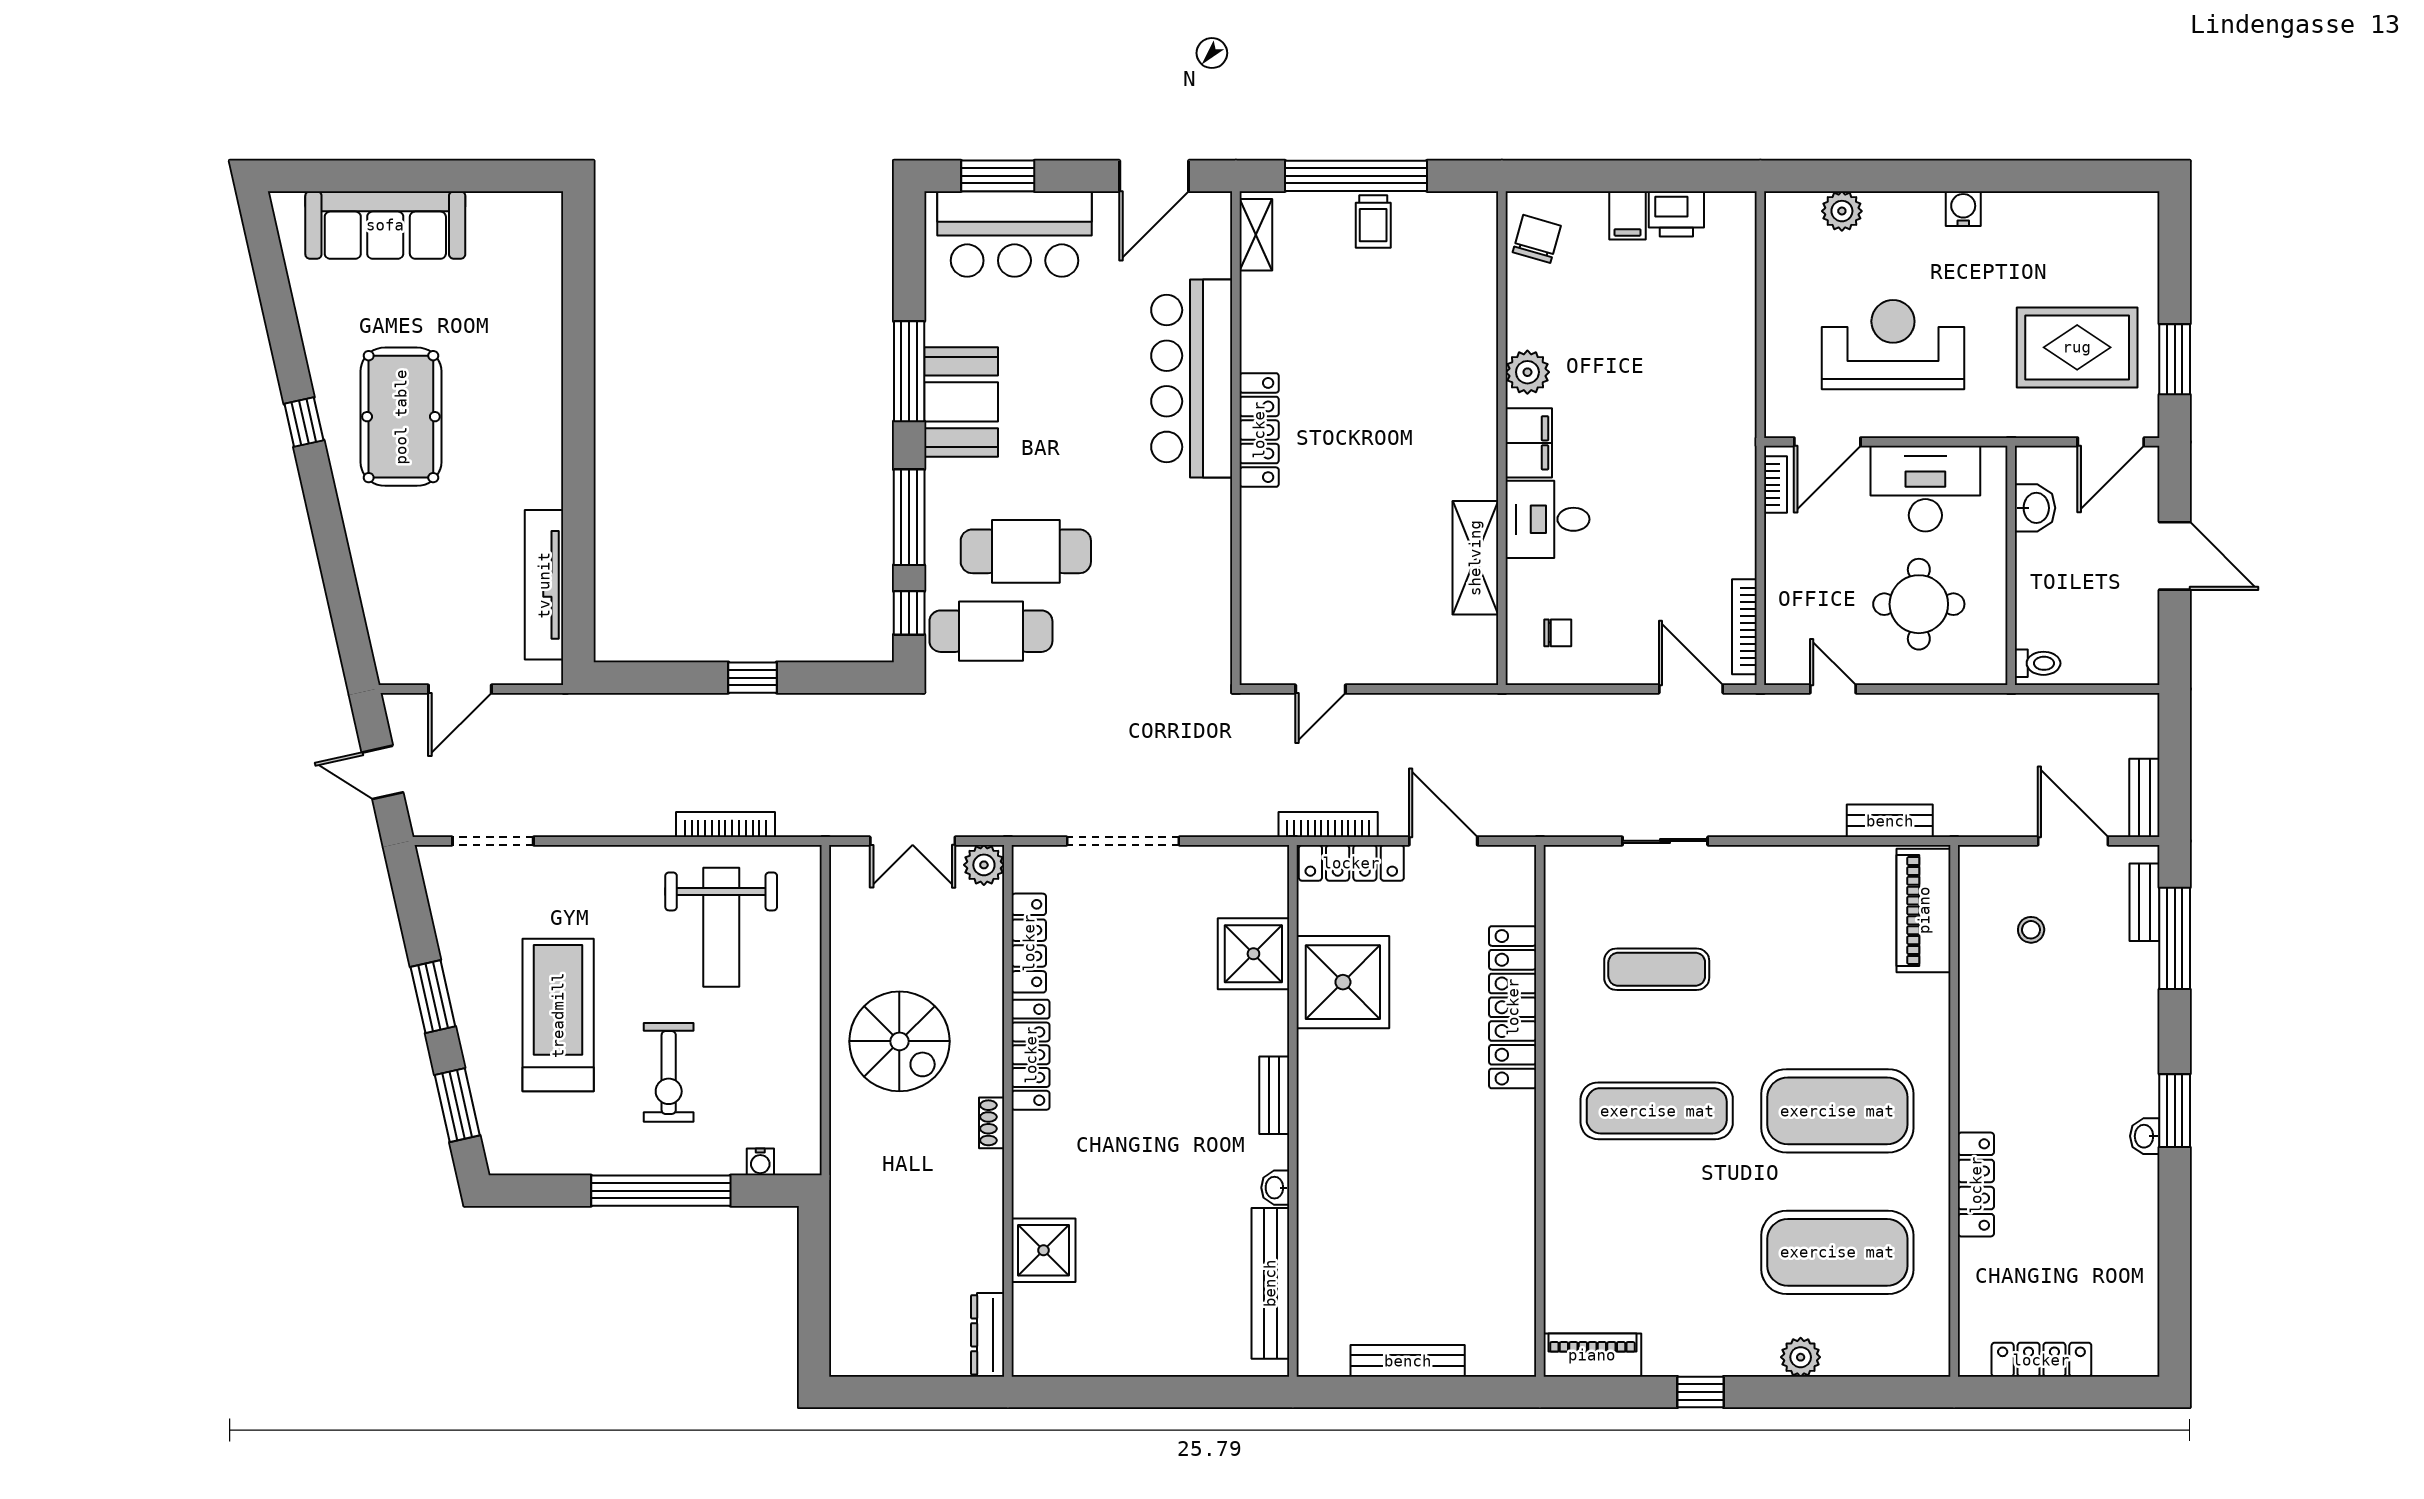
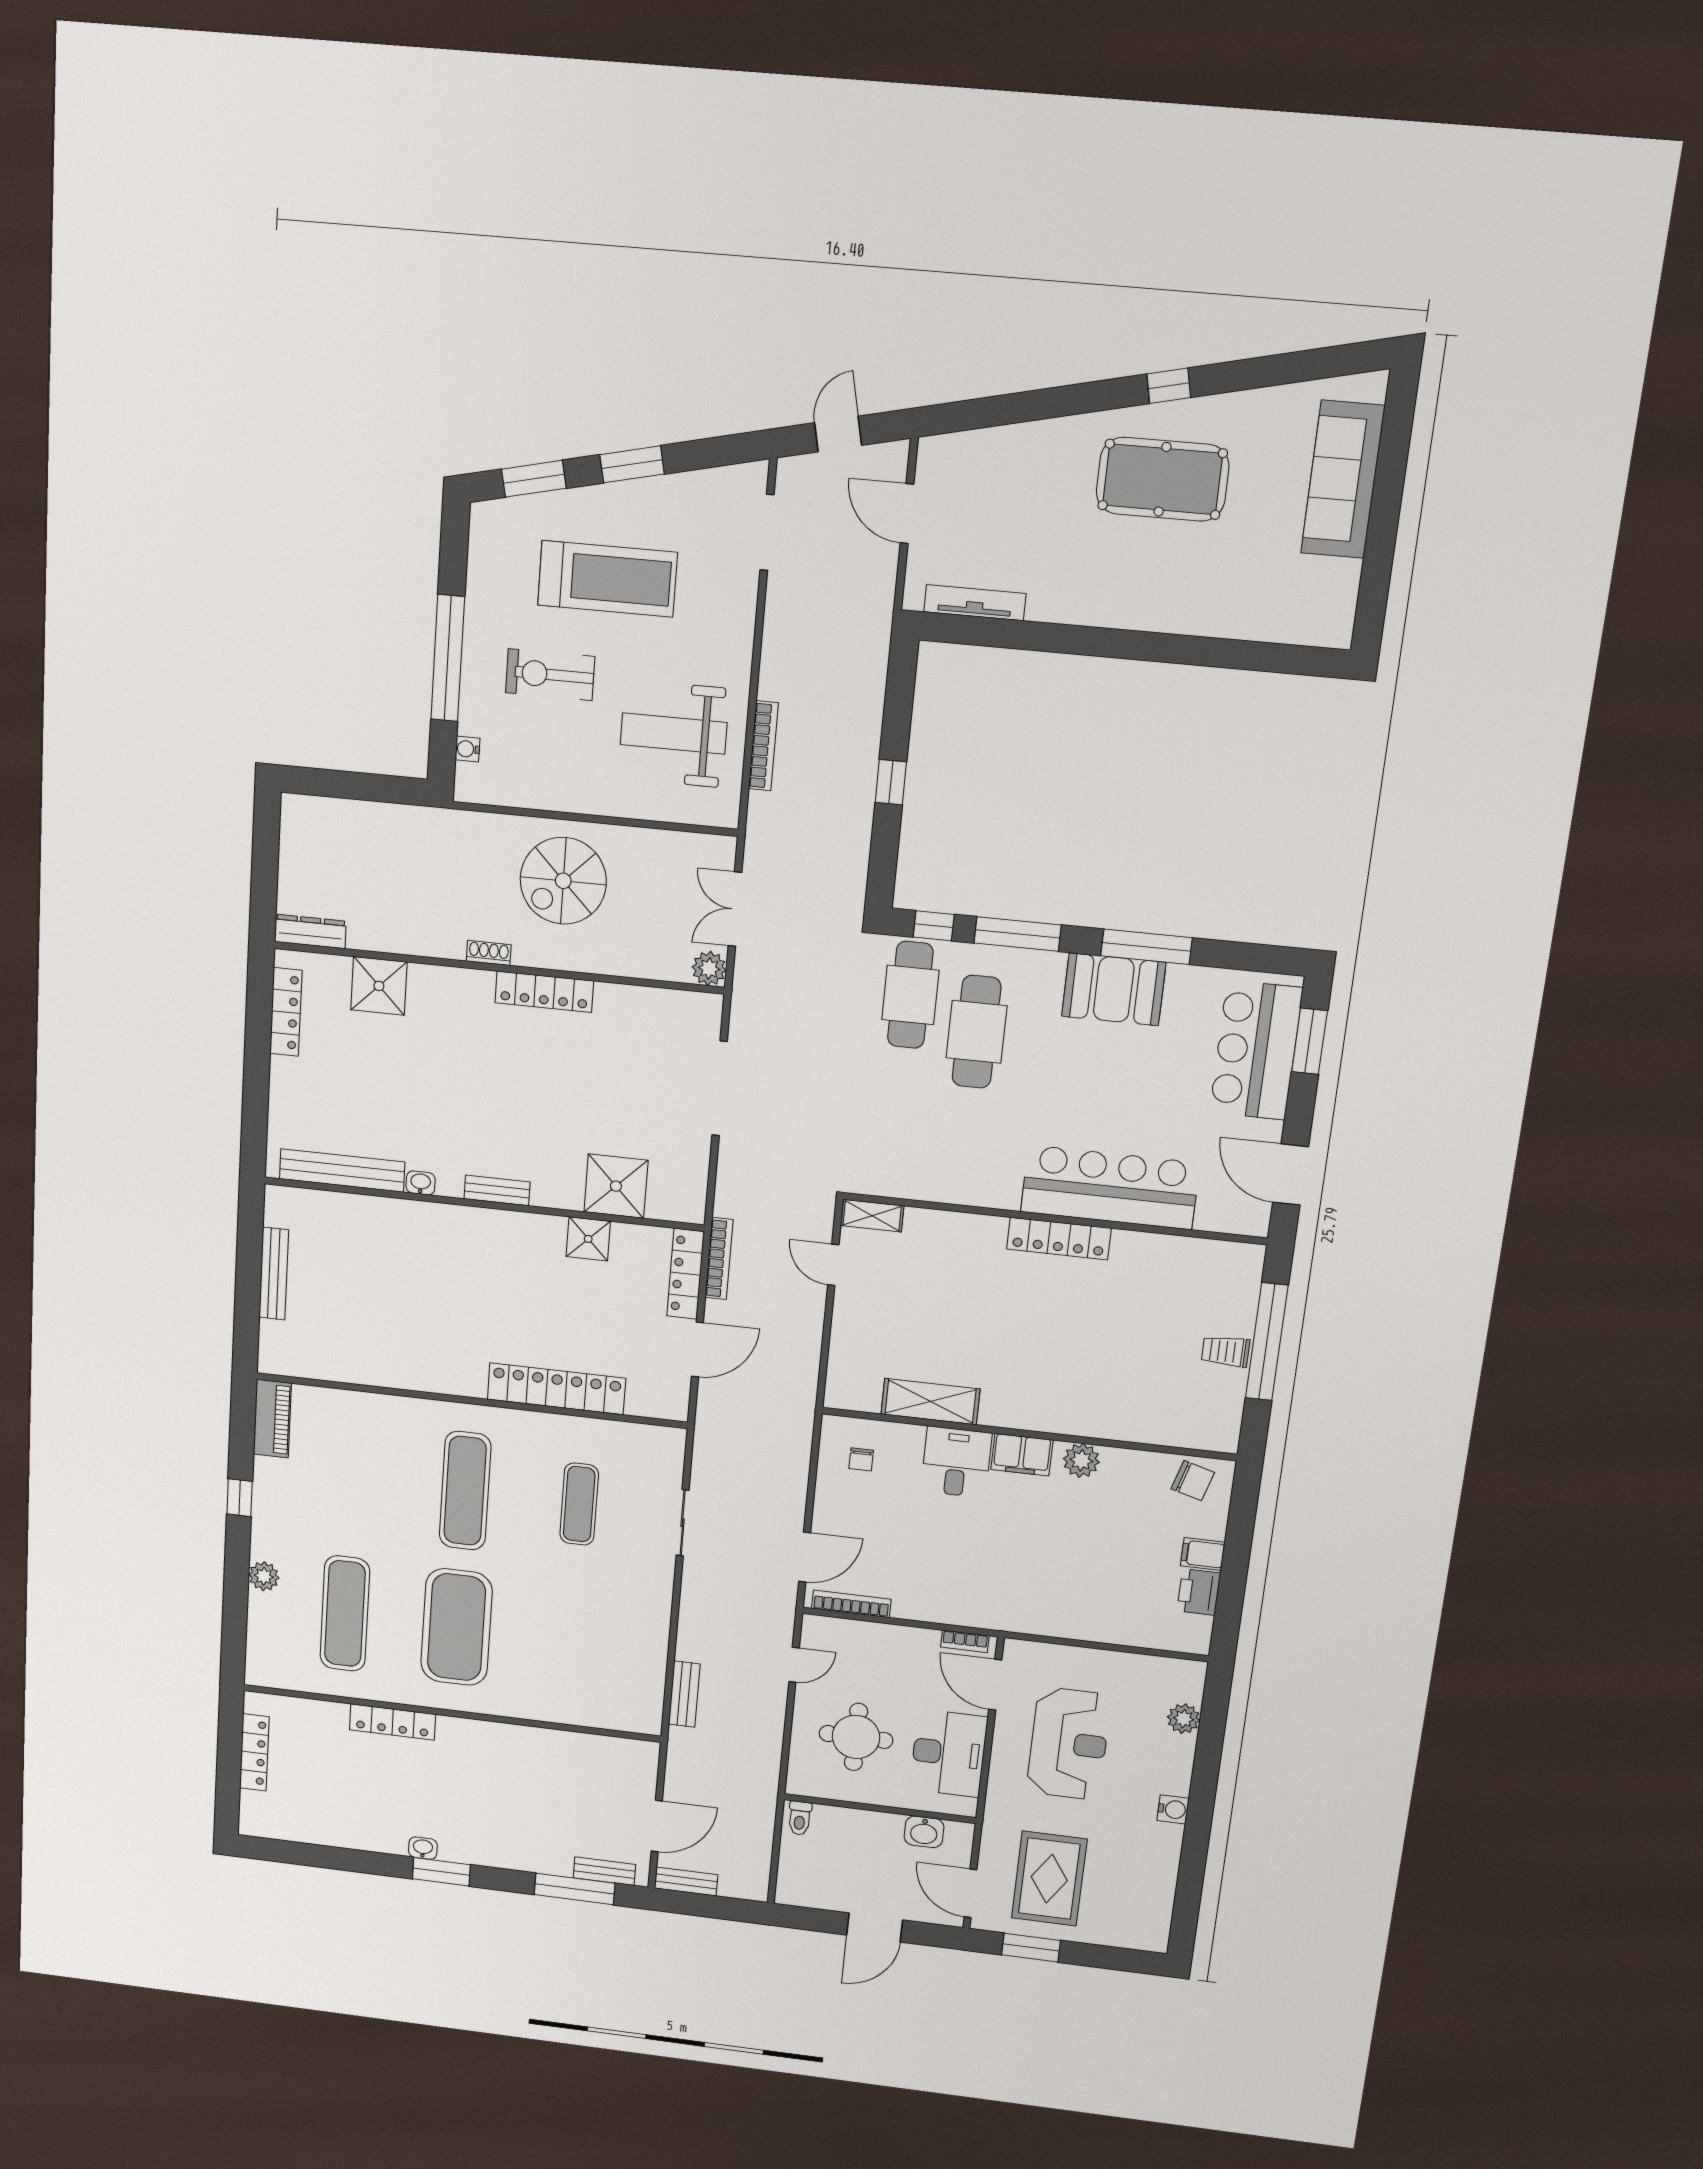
shelving: (1256, 235) -> (872, 1216), moved
tv unit: (544, 585) -> (975, 603), width x0.73, depth x0.78
piano: (1924, 910) -> (611, 1710), removed
stool: (2031, 930) -> (589, 1787), removed
locker: (1029, 943) -> (286, 1012), moved, turned -90
shower: (1343, 982) -> (588, 1239), width x0.54, depth x0.54
exercise mat: (1837, 1252) -> (345, 1614), width x0.68

